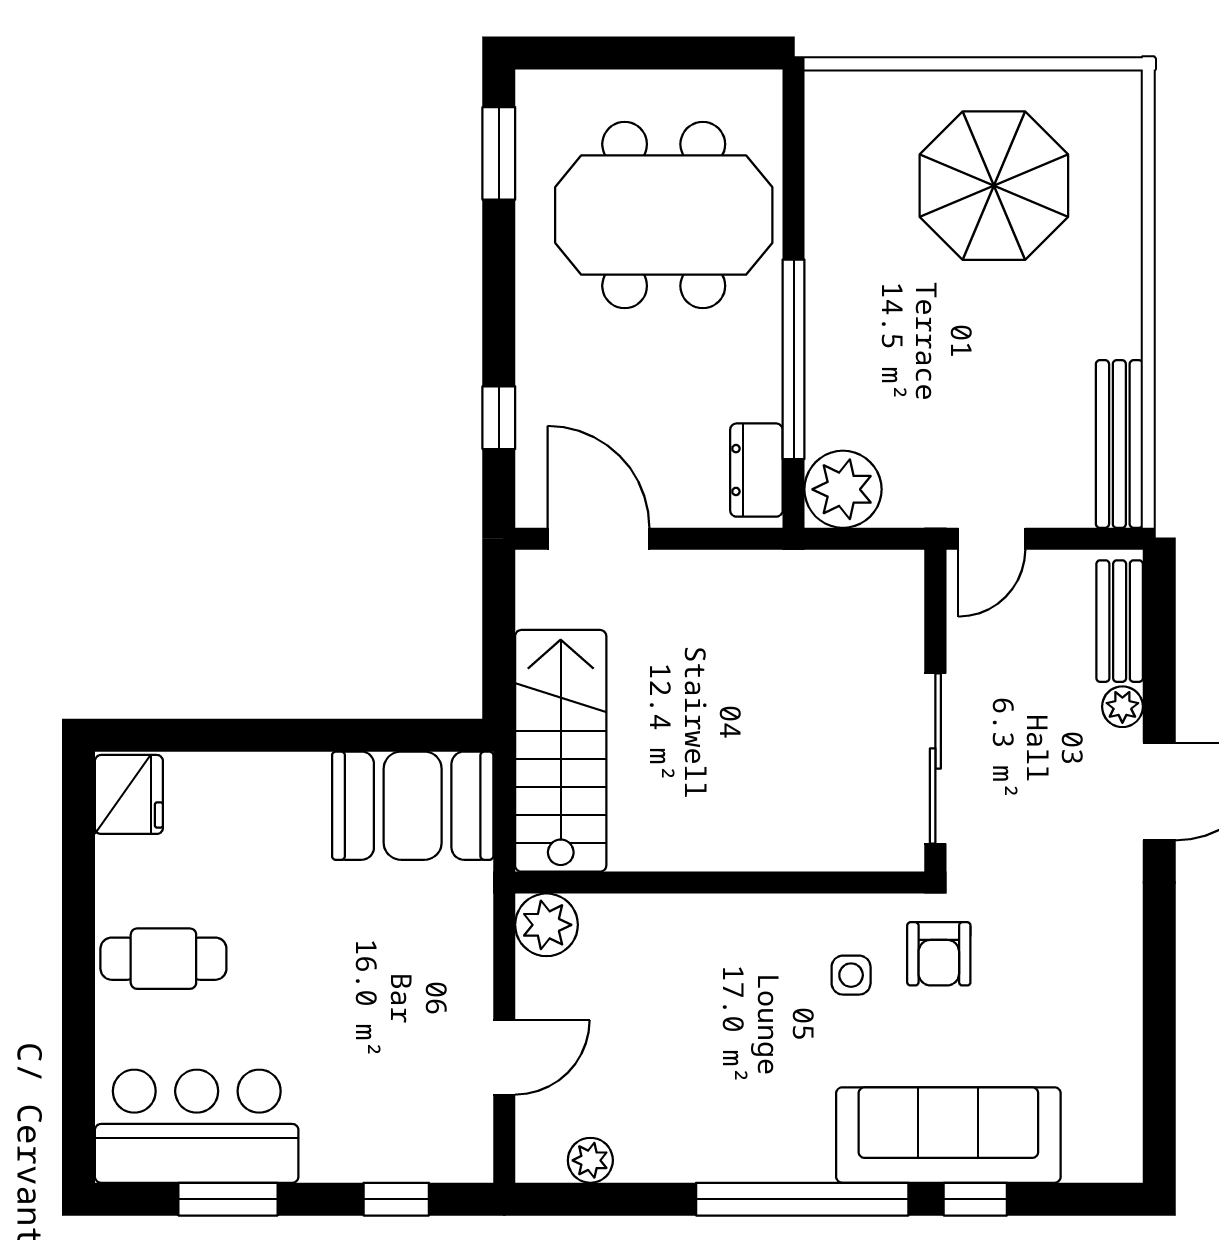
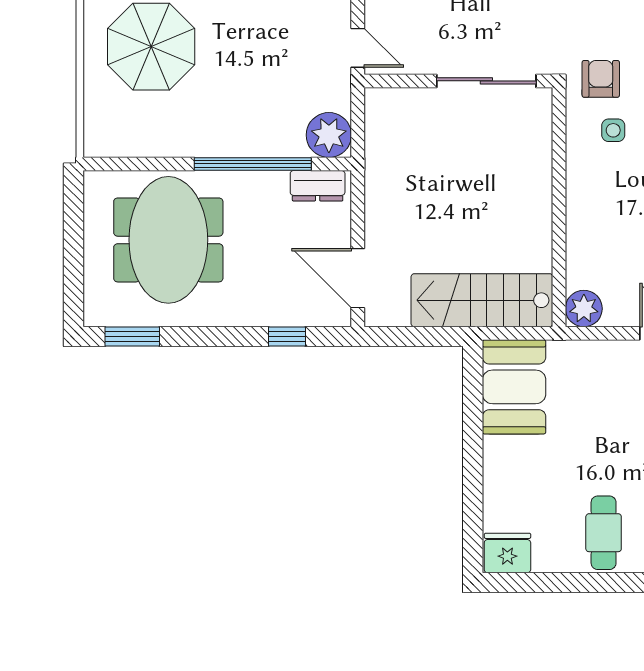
door: (599, 539) -> (358, 278), hinge flipped
armchair: (939, 954) -> (601, 79), turned -90

